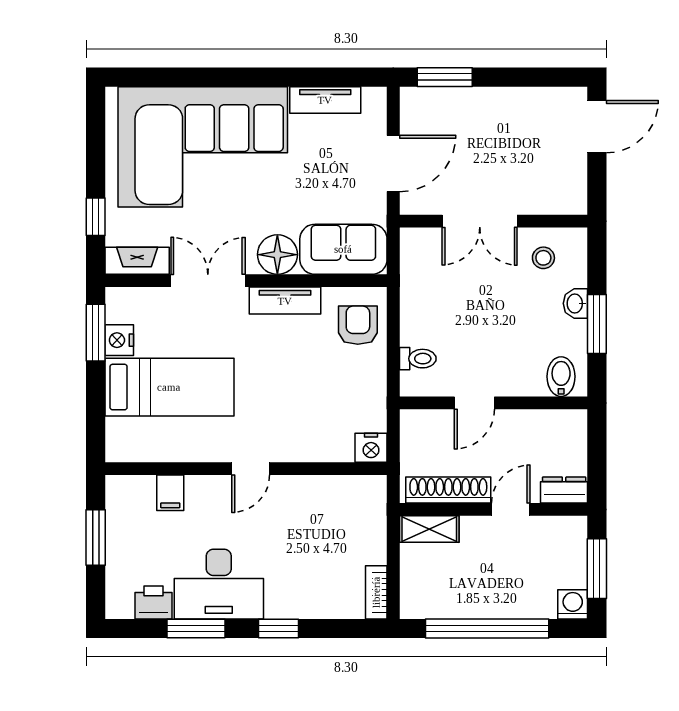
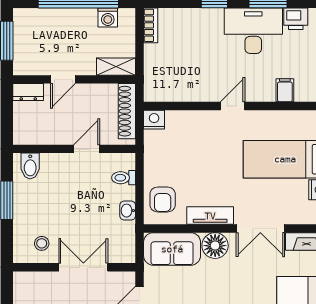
washbasin: (575, 303) -> (128, 211), moved, turned 180
shoe rack: (448, 490) -> (127, 111), moved, turned 90
washing machine: (573, 604) -> (108, 18), moved

